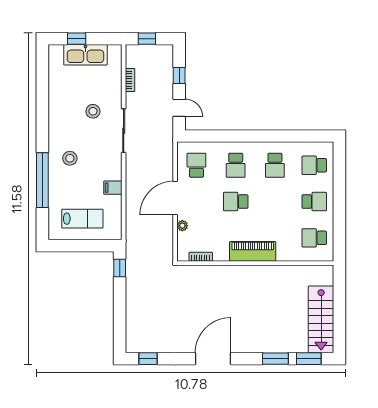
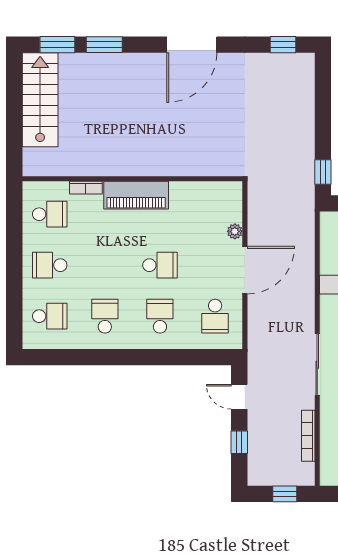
bookcase: (130, 80) -> (308, 436), width x1.56
bookcase: (201, 257) -> (86, 188), moved

